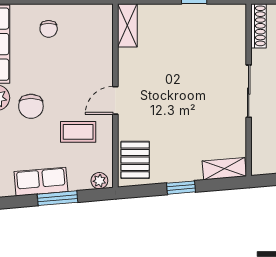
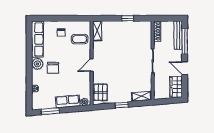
coffee table: (78, 132) -> (80, 39), moved
row of seats: (41, 182) -> (68, 101), moved
window: (58, 198) -> (50, 111), moved

